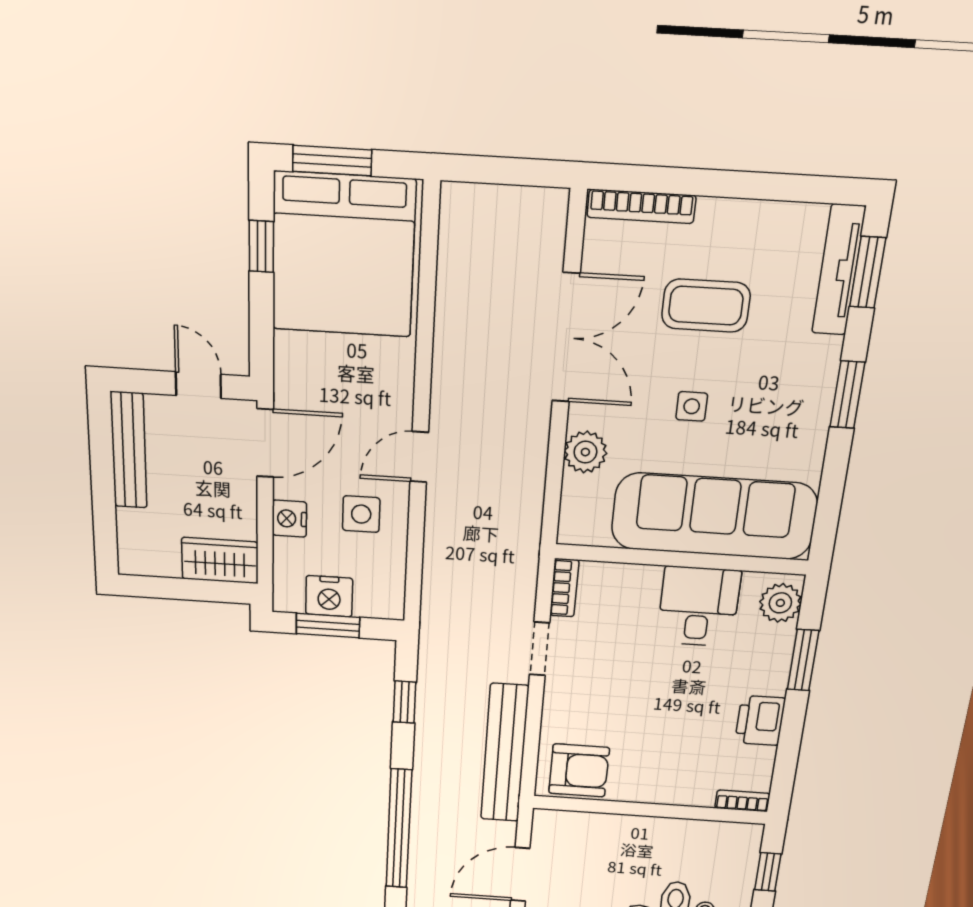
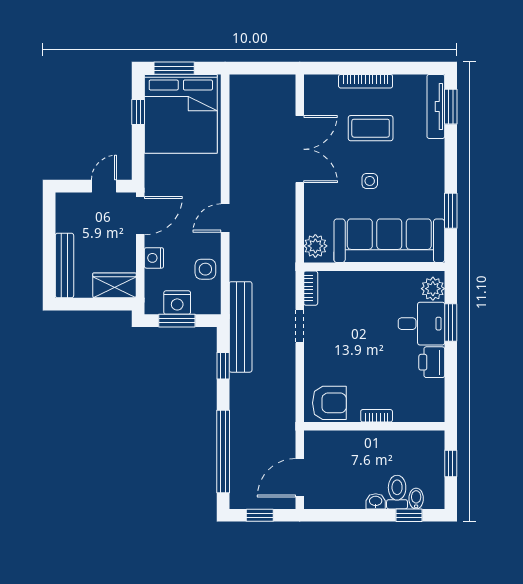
bookcase: (641, 206) -> (366, 81), moved
door: (198, 385) -> (104, 186), hinge flipped
window: (847, 395) -> (451, 211), moved
bench: (129, 450) -> (64, 265), moved
plant: (585, 452) -> (315, 246), moved
side table: (361, 514) -> (205, 269), moved
desk: (699, 607) -> (421, 324), moved, turned 90
bench: (505, 753) -> (241, 327), moved
bookcase: (742, 801) -> (377, 416), moved

